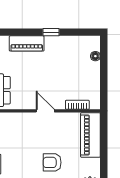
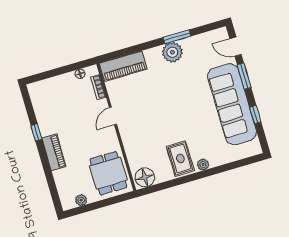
floor lamp: (95, 56) -> (80, 74), moved
armchair: (52, 162) -> (160, 95), removed

